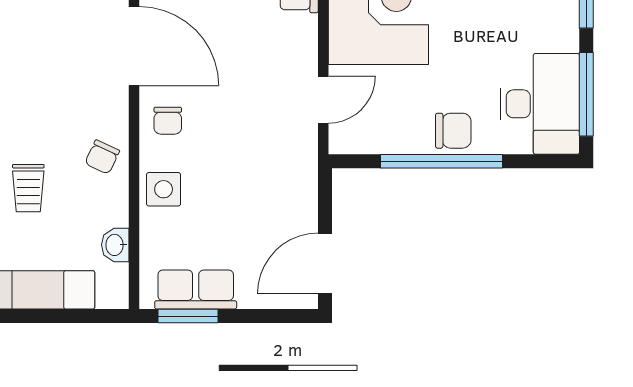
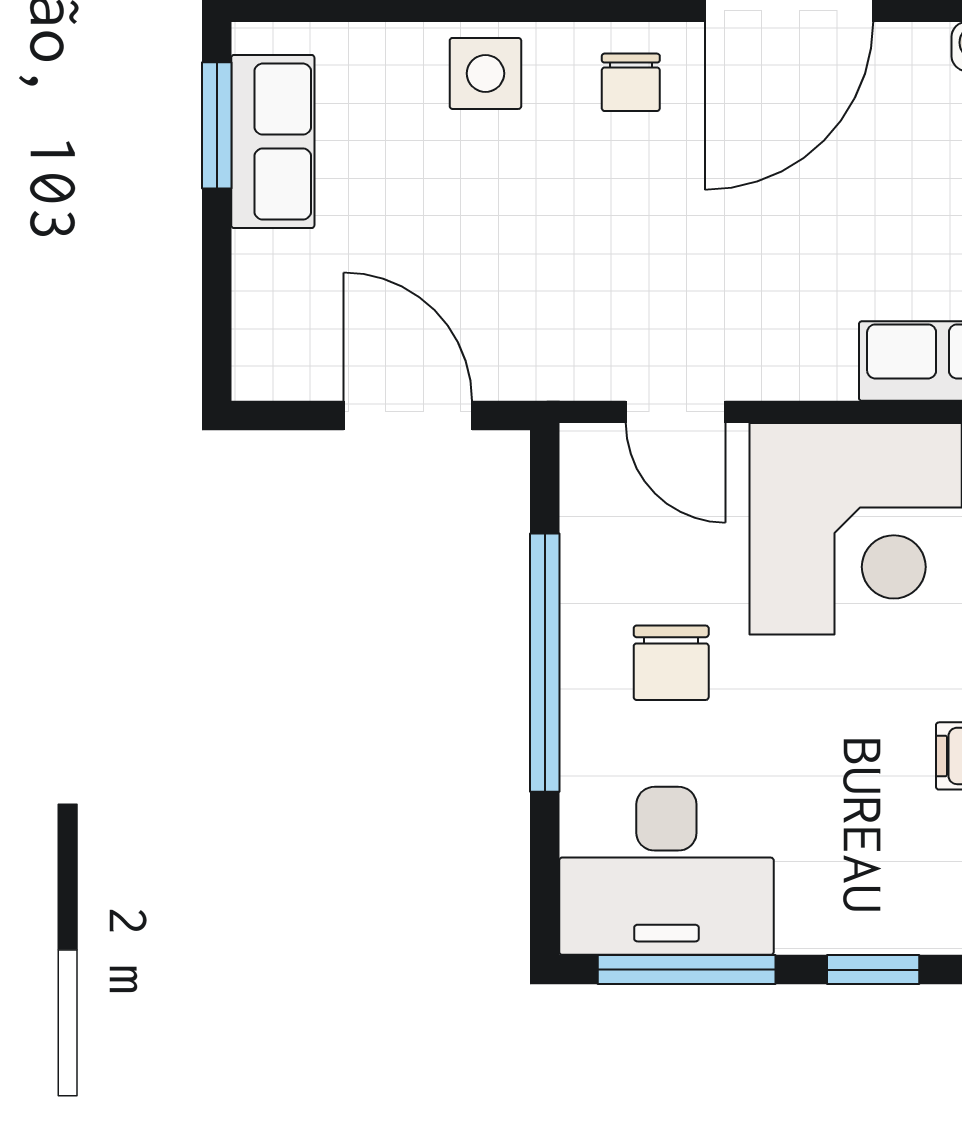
chair: (168, 121) -> (631, 82), turned -90
chair: (453, 131) -> (671, 663), moved
door: (325, 263) -> (408, 416), moved

